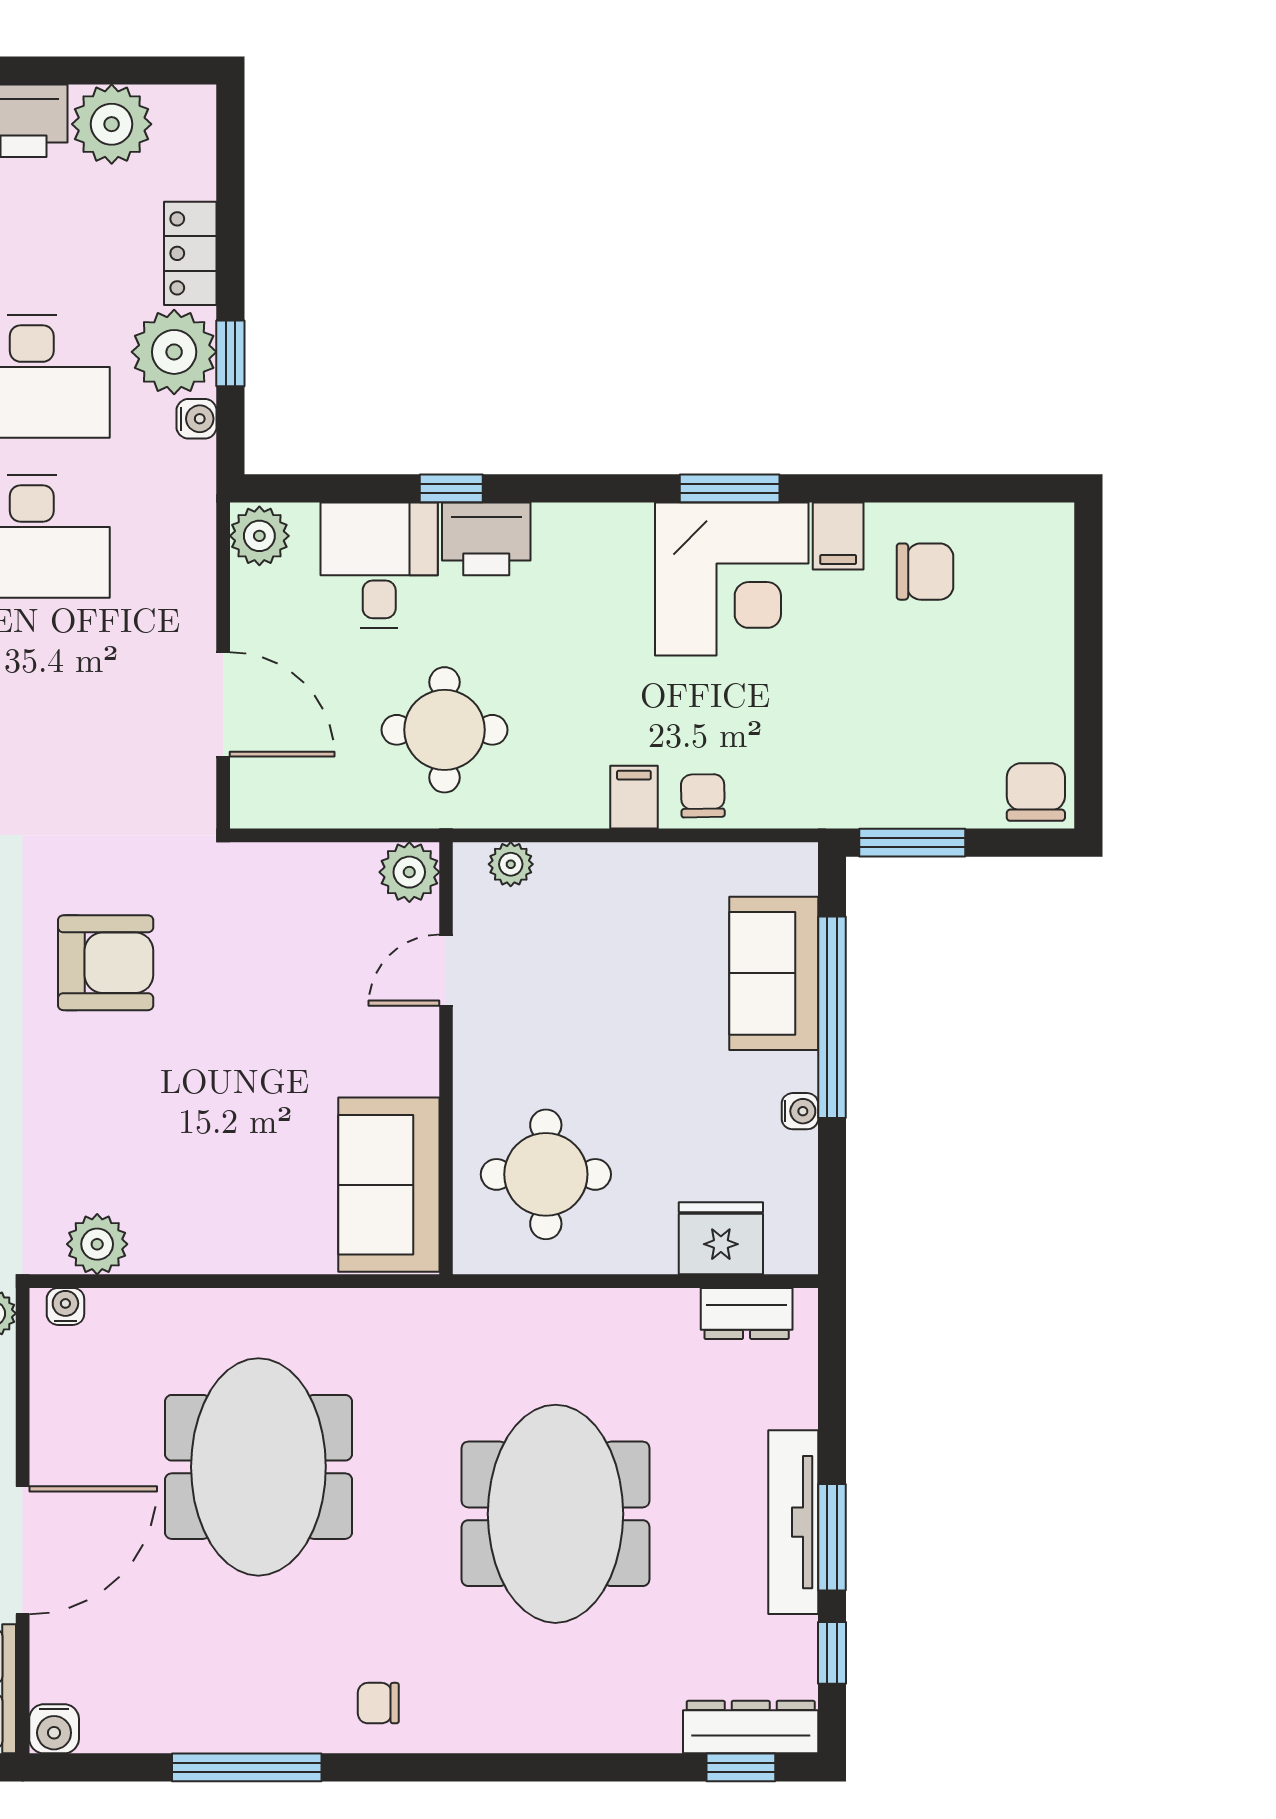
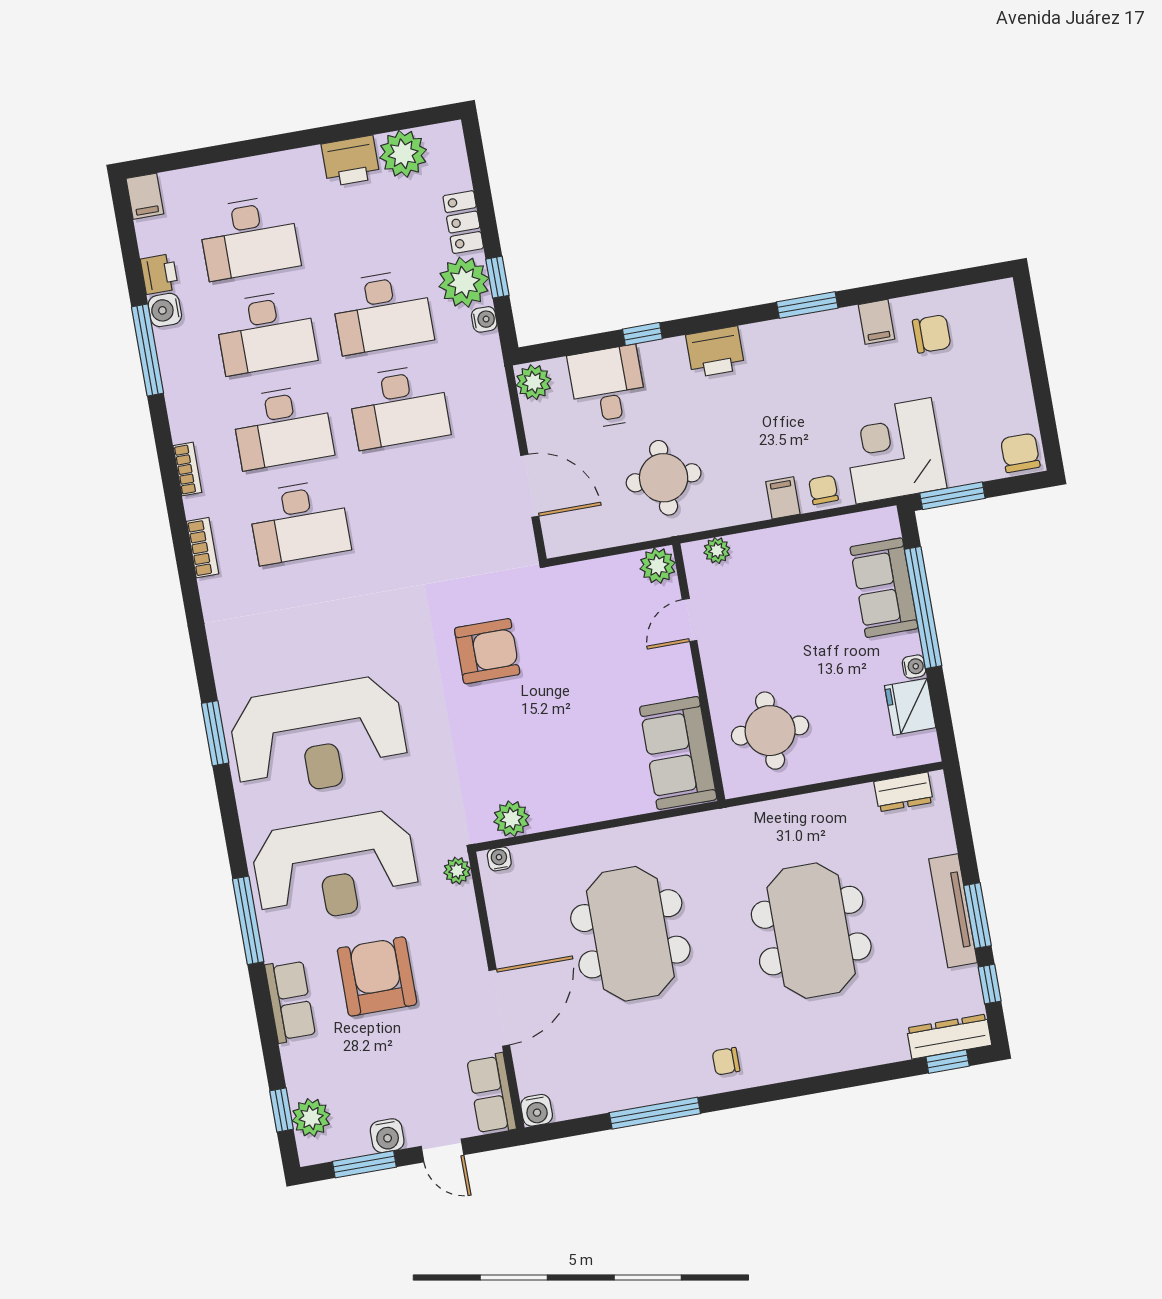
printer: (486, 539) -> (715, 352), moved
corner desk: (732, 579) -> (894, 451), moved, turned 180
fridge: (721, 1238) -> (910, 707), moved, turned -90

